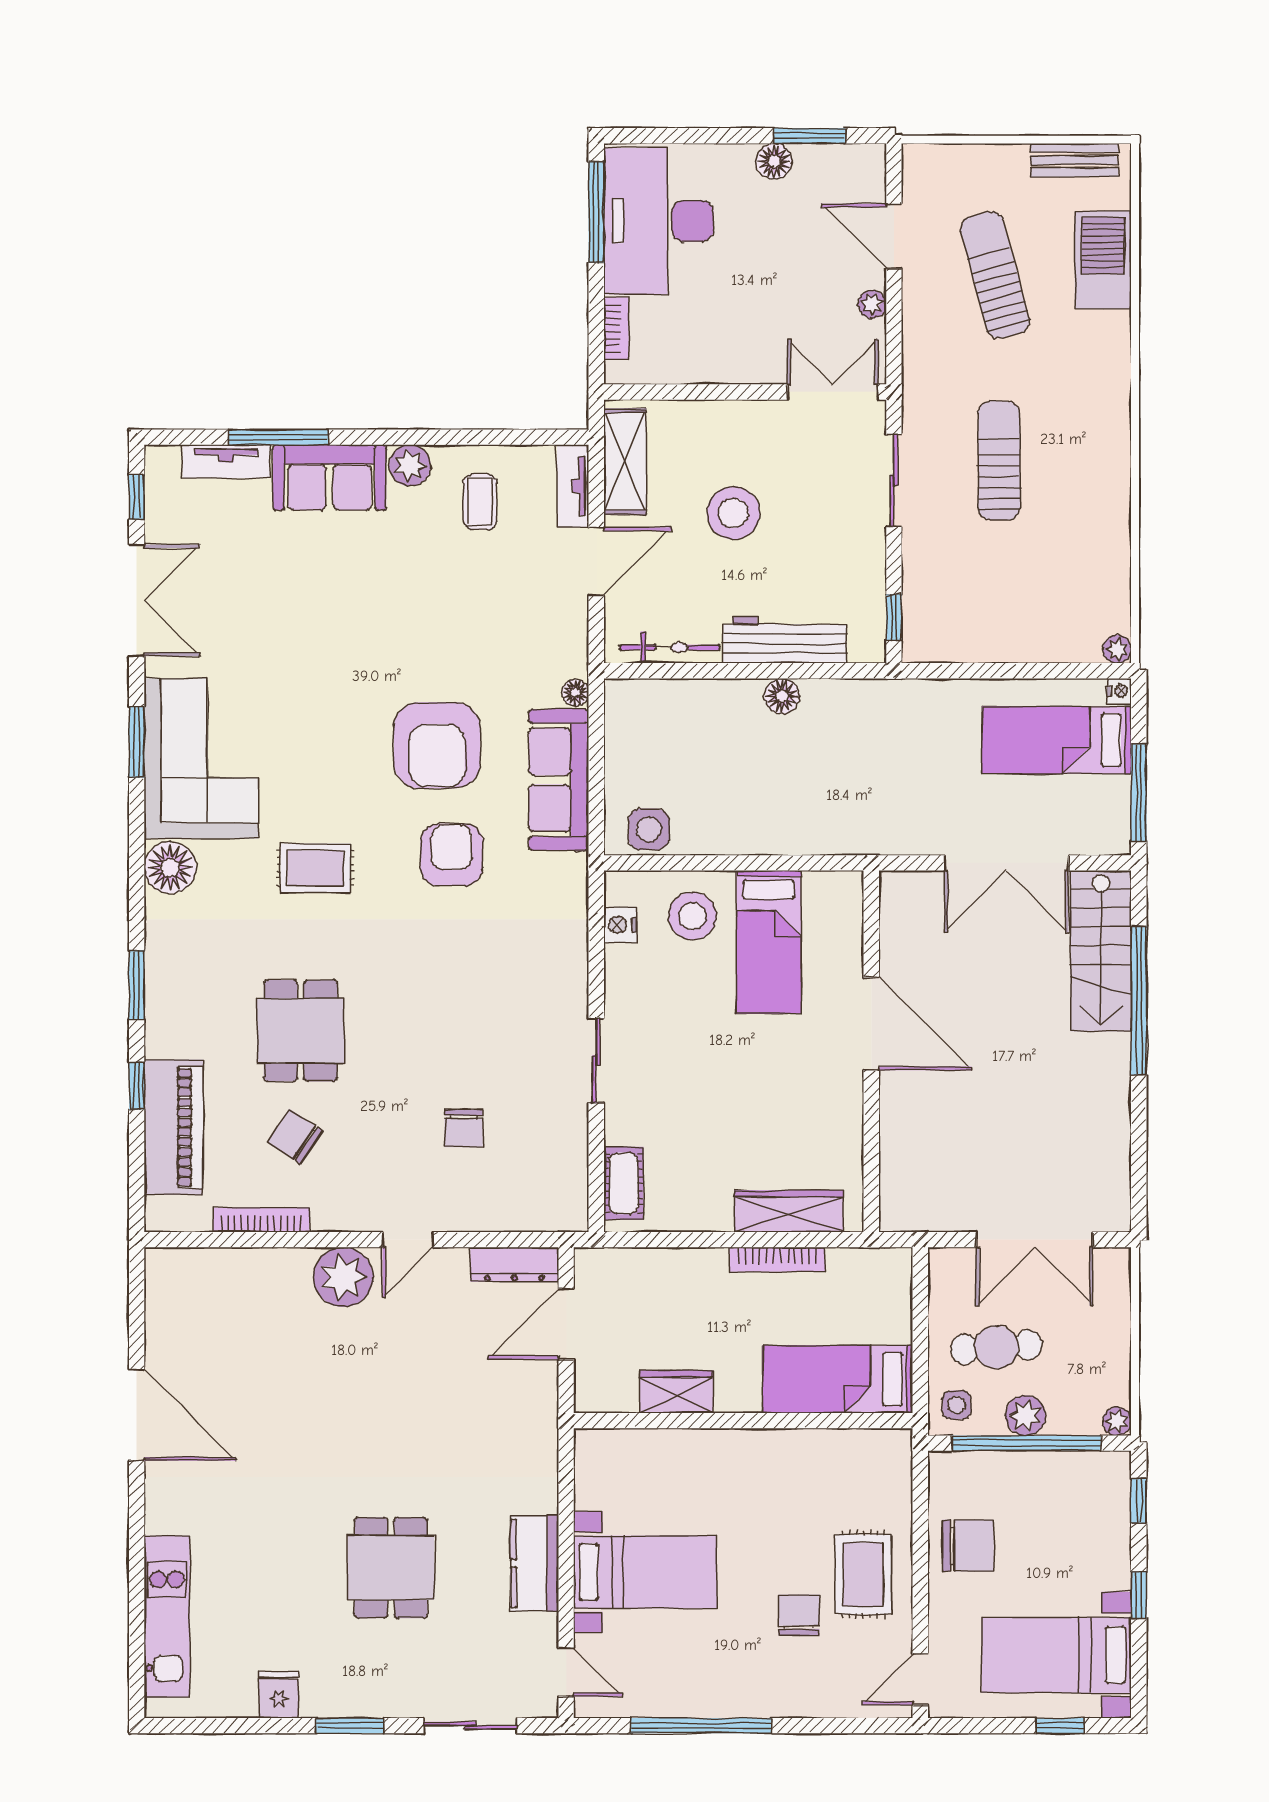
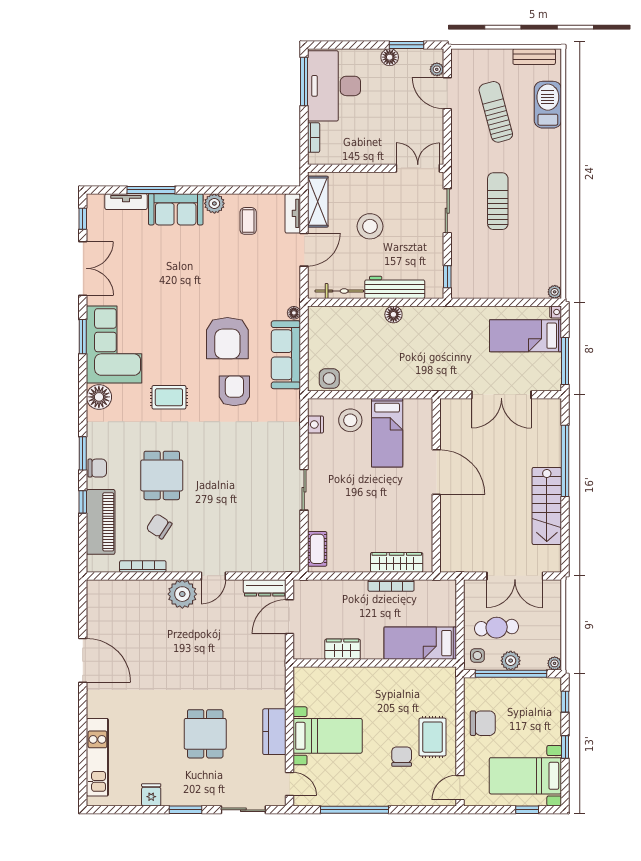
plant: (872, 304) -> (437, 69), moved
stairs: (1101, 951) -> (547, 506), moved
chair: (464, 1128) -> (97, 468), moved, turned -90

